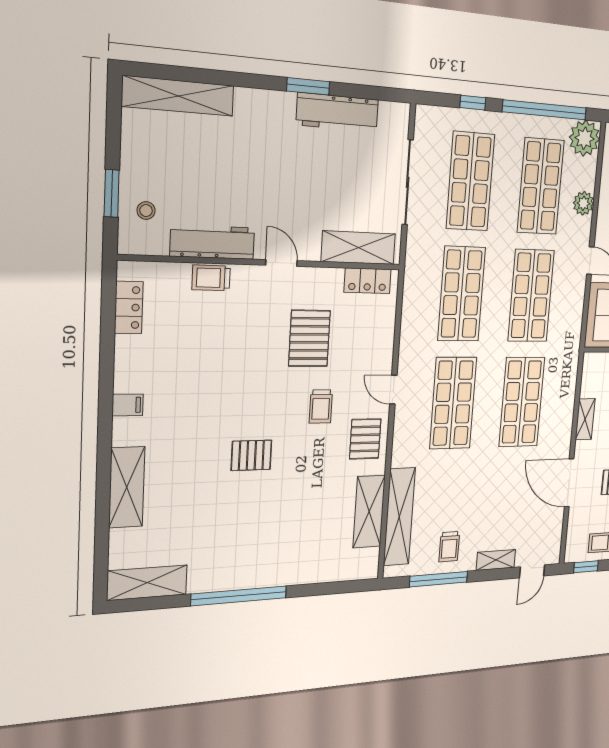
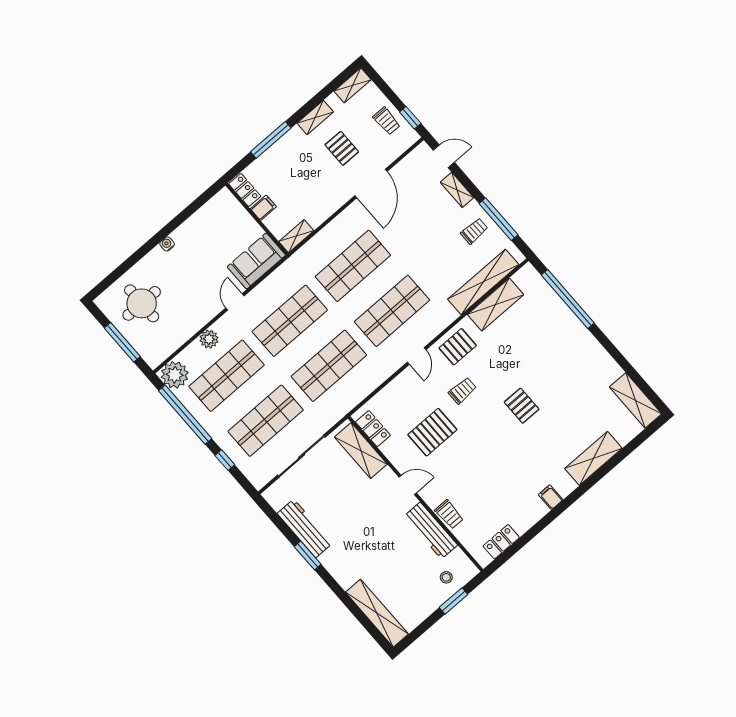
door: (281, 263) -> (408, 485), swing flipped
shelving: (585, 419) -> (296, 236), moved
window: (239, 596) -> (568, 299), moved

